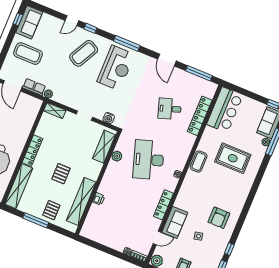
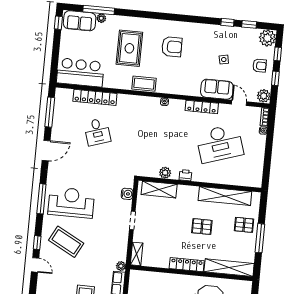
desk: (149, 160) -> (220, 144), moved
printer: (99, 199) -> (185, 175), moved
armchair: (219, 218) -> (172, 47), moved

